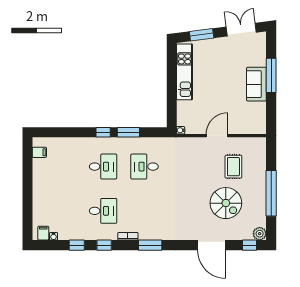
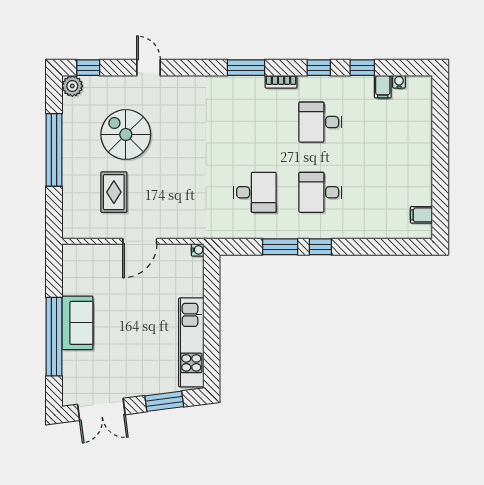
window: (271, 75) -> (54, 337), width x1.46
filing cabinet: (43, 233) -> (383, 87), moved
door: (212, 245) -> (148, 68), width x0.53

